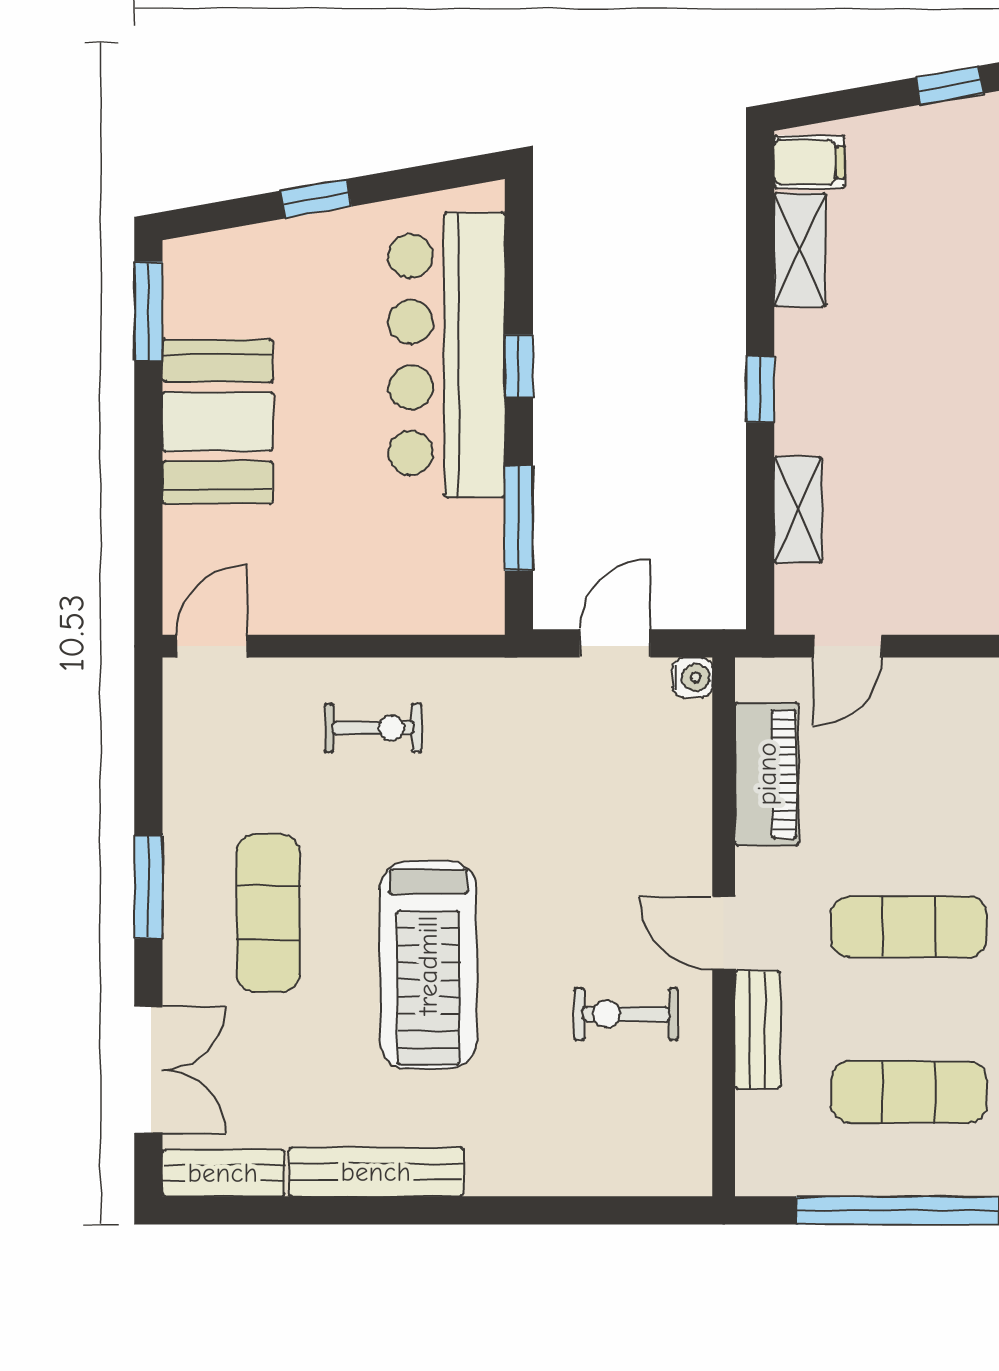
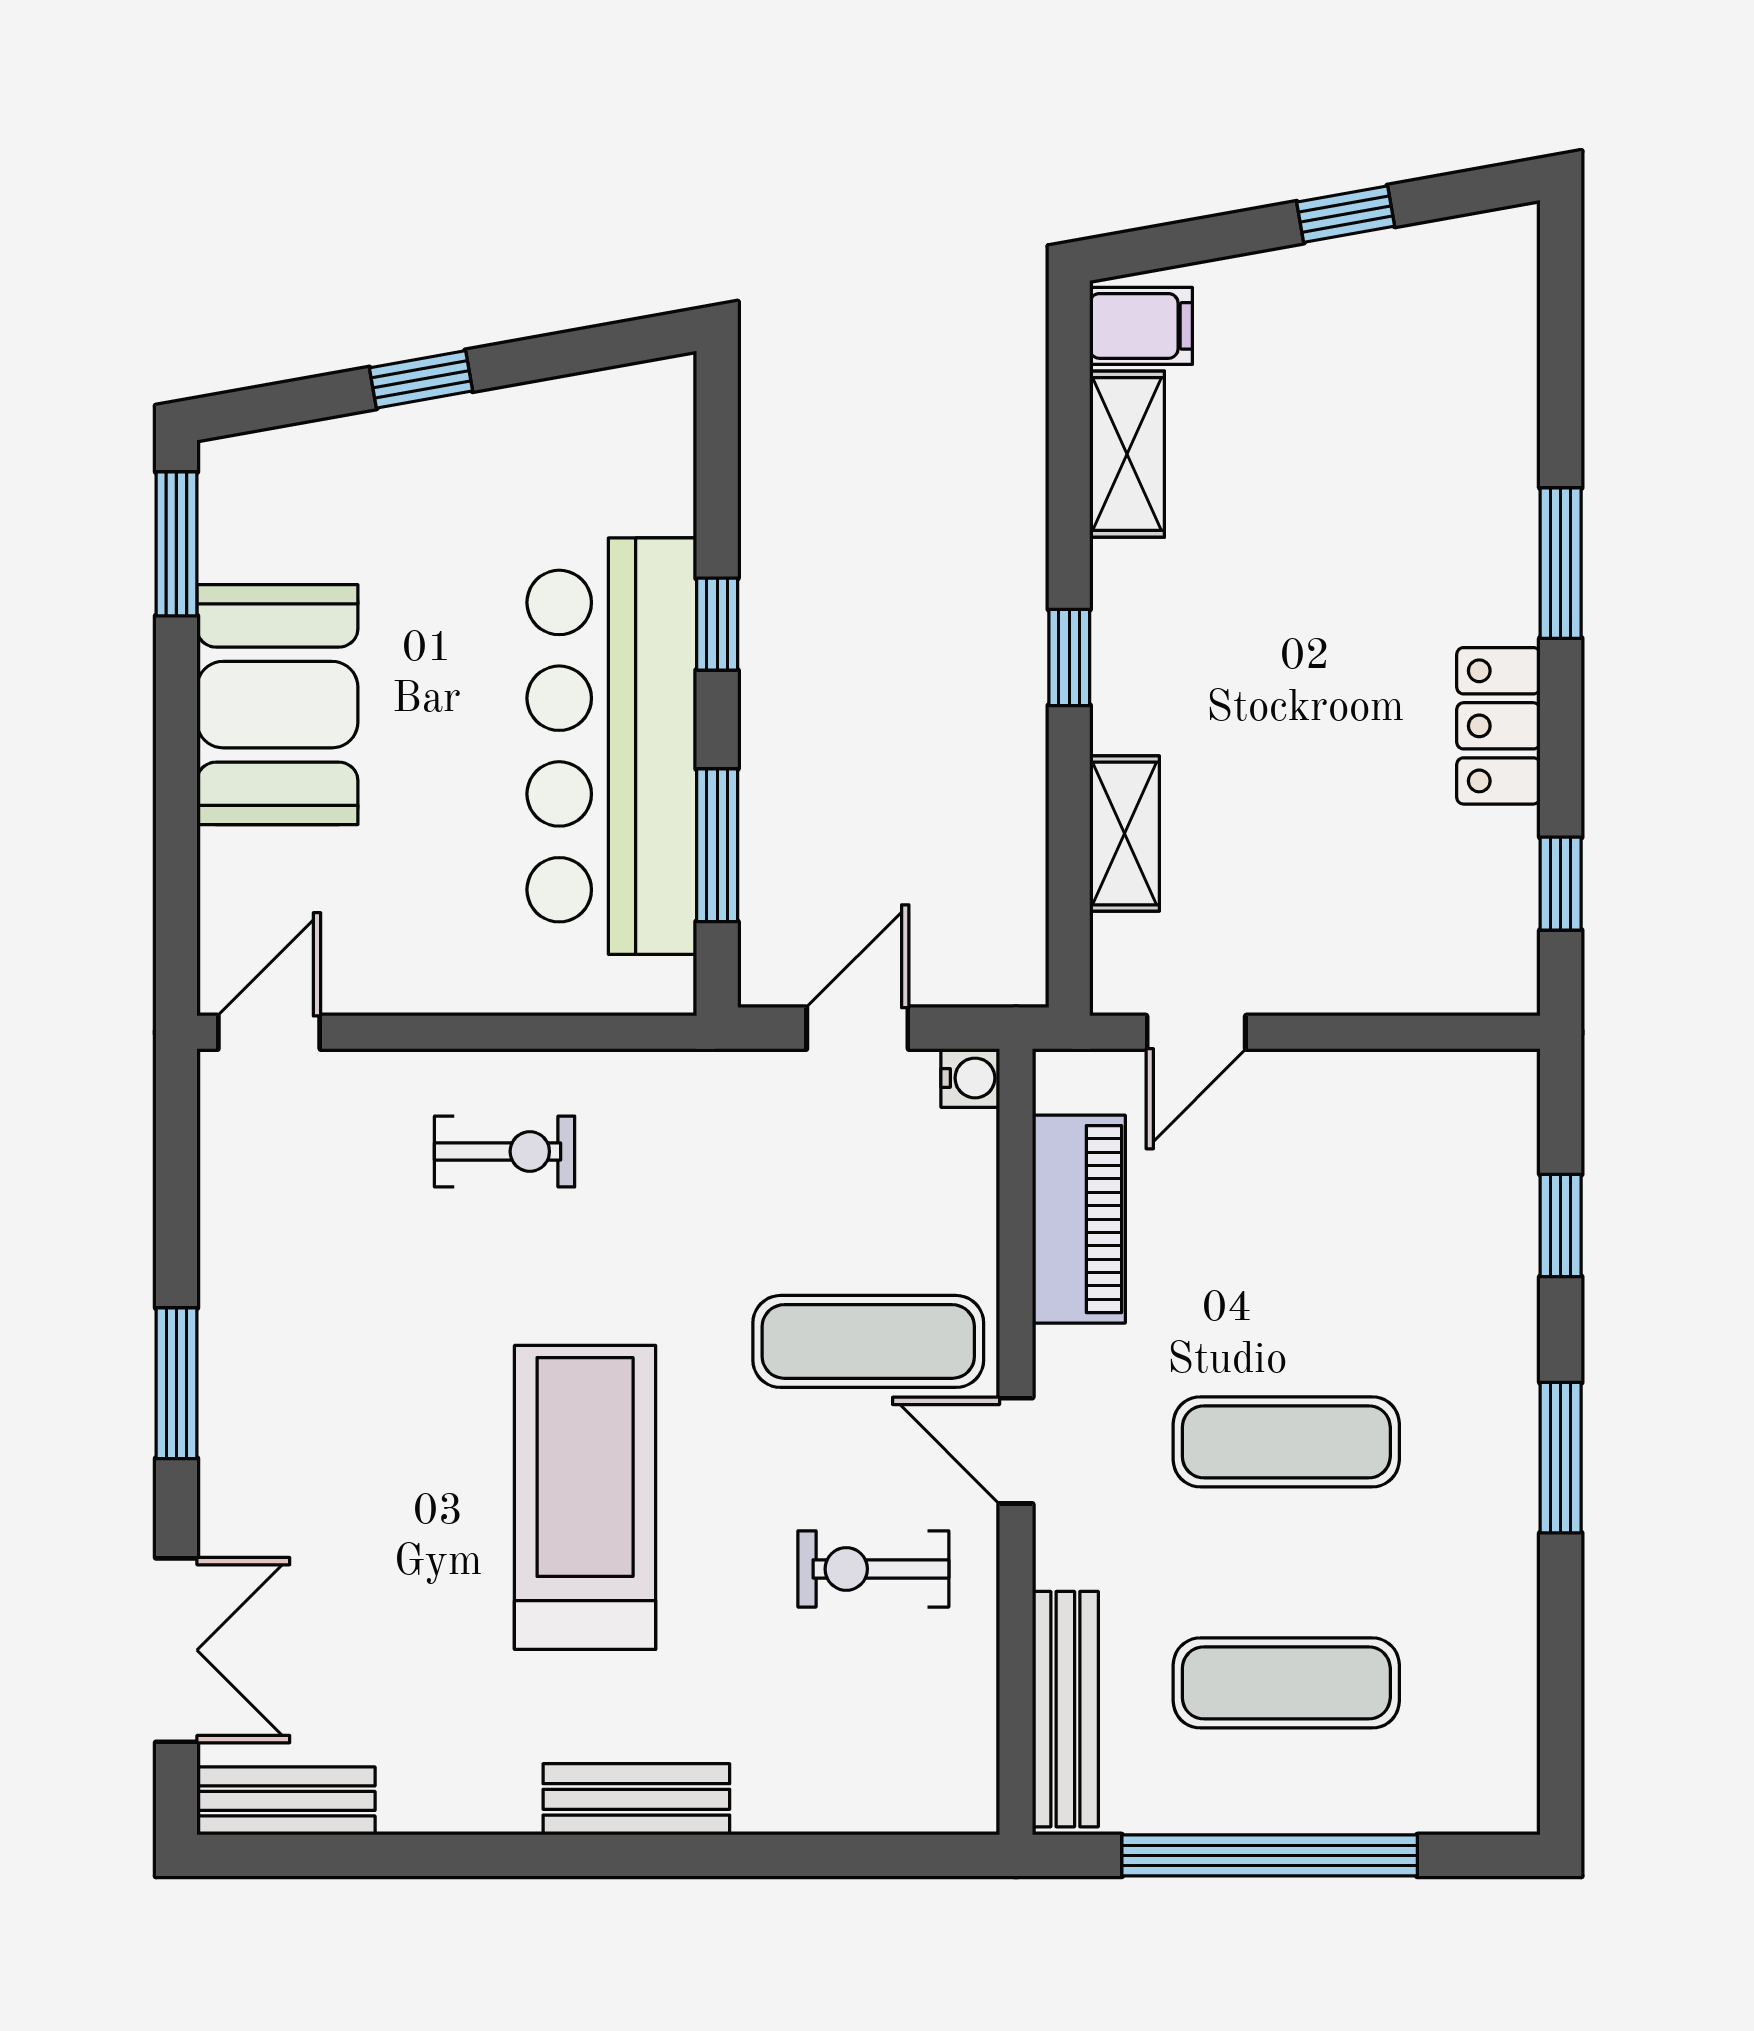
bar counter: (447, 355) -> (612, 746), moved
exercise mat: (268, 913) -> (868, 1341), moved, turned 90
treadmill: (428, 965) -> (585, 1497), turned 180
bench: (758, 1030) -> (1065, 1709), moved, width x1.36
bench: (376, 1172) -> (636, 1799), moved, width x0.73

